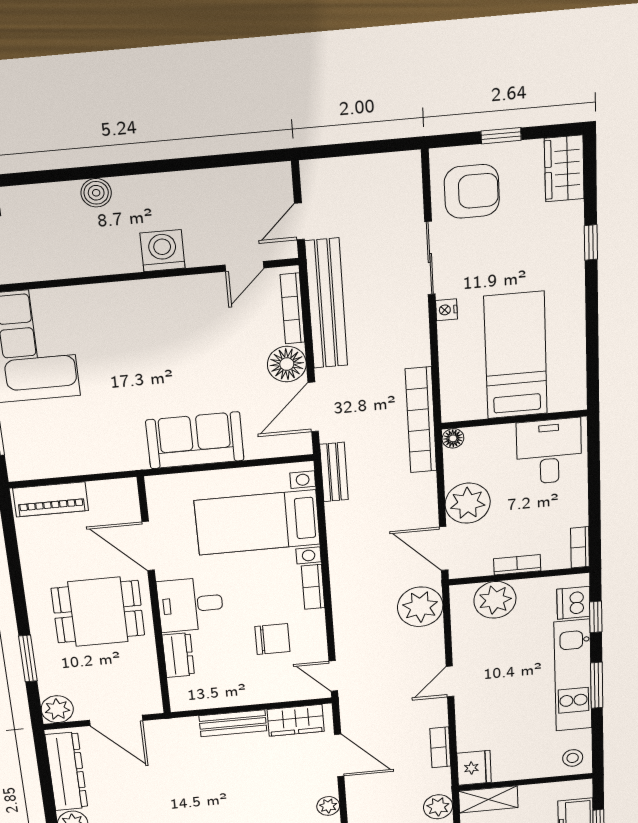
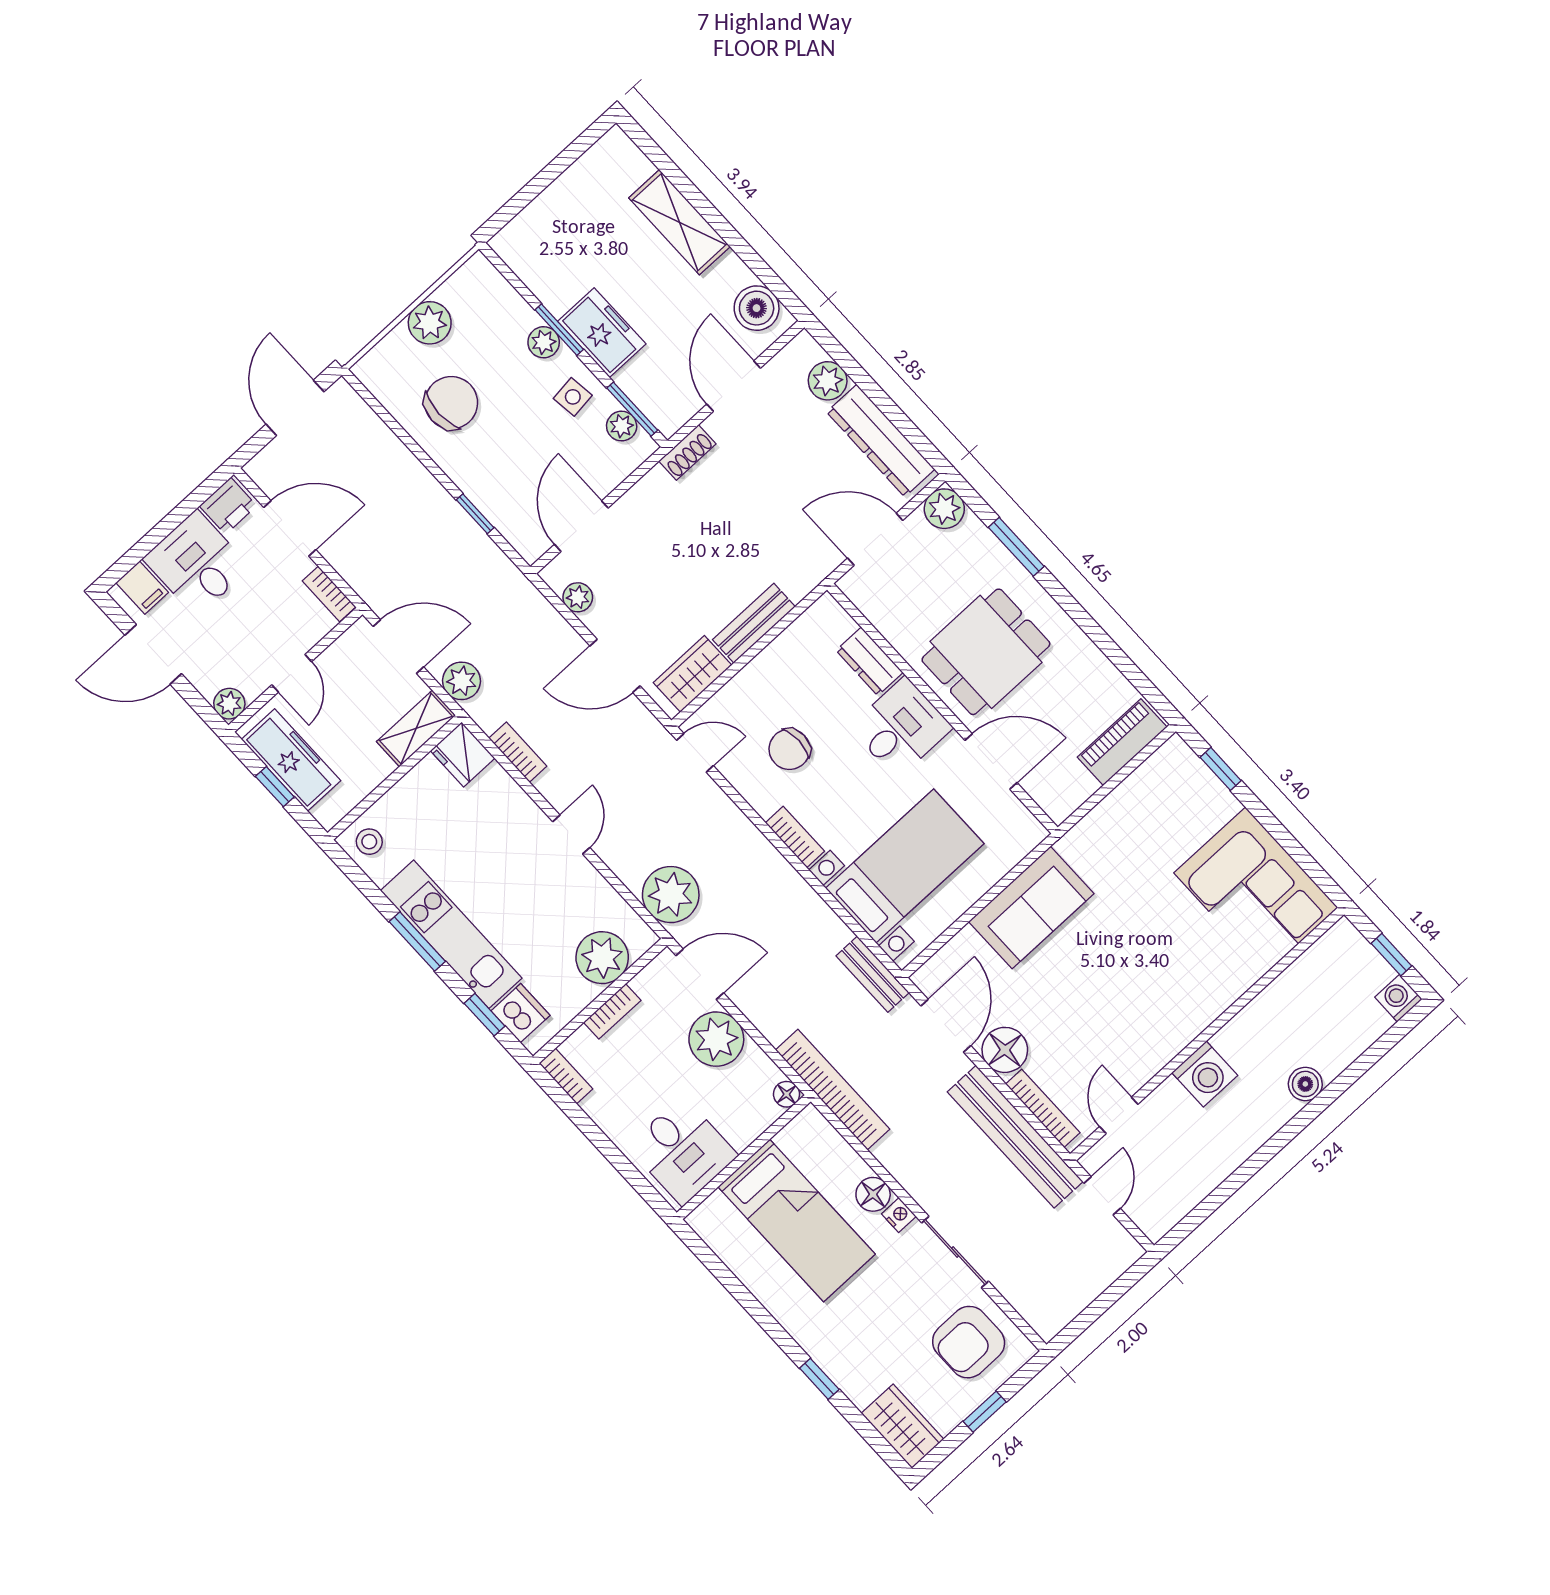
floor lamp: (452, 335) -> (873, 1194), added

